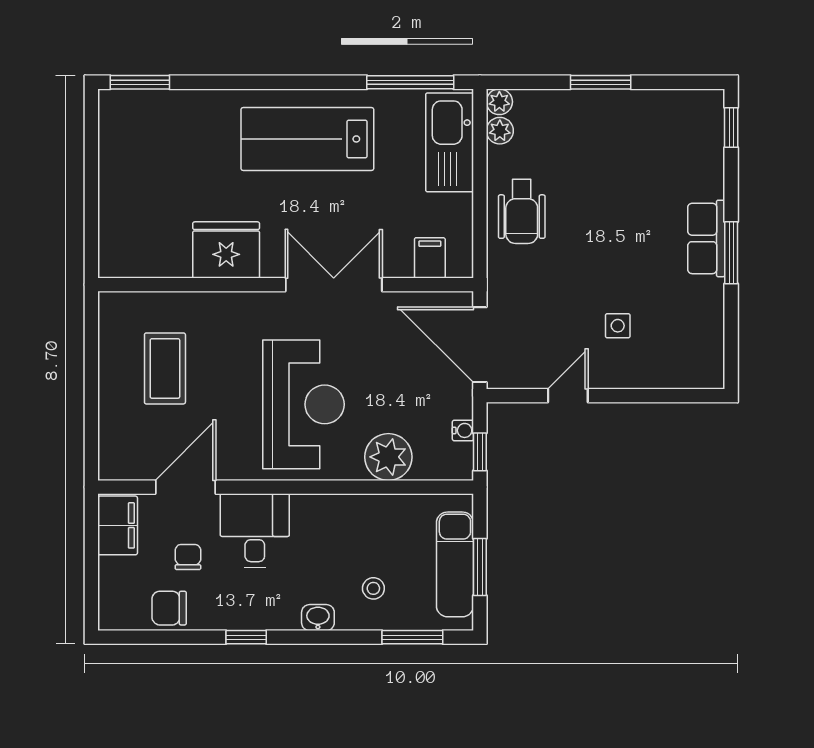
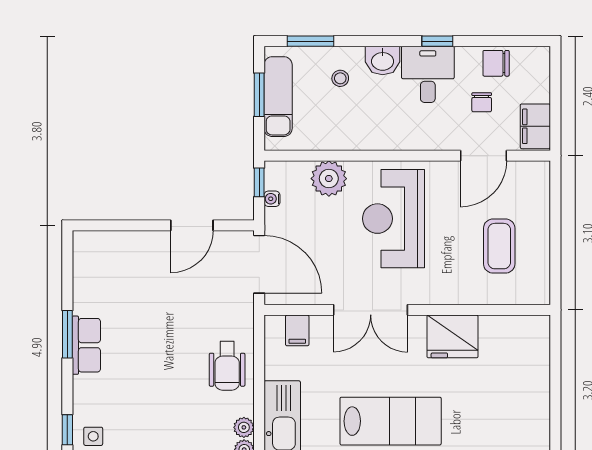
wheelchair: (522, 211) -> (227, 366), turned 180
side table: (618, 326) -> (93, 436), moved
door: (568, 396) -> (192, 225), width x1.38
desk: (255, 531) -> (428, 74), moved, turned 180
chair: (169, 608) -> (496, 63), turned 180
washbasin: (318, 618) -> (383, 61), width x1.38, depth x1.45

